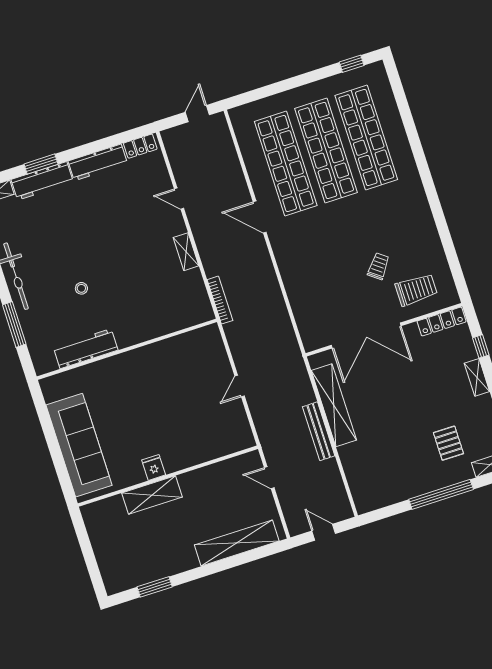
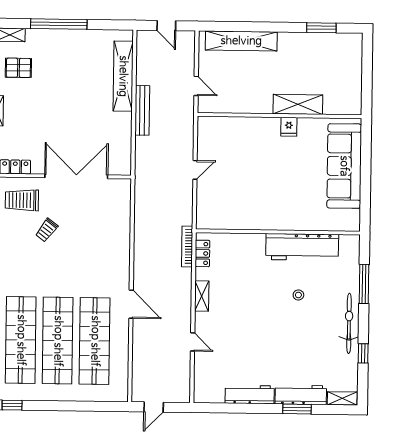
locker: (140, 146) -> (202, 253), moved, turned 90
workbench: (86, 349) -> (302, 247), width x1.36, depth x1.32
shelving: (334, 405) -> (123, 76), moved
pallet: (448, 443) -> (18, 68), moved, turned 90

